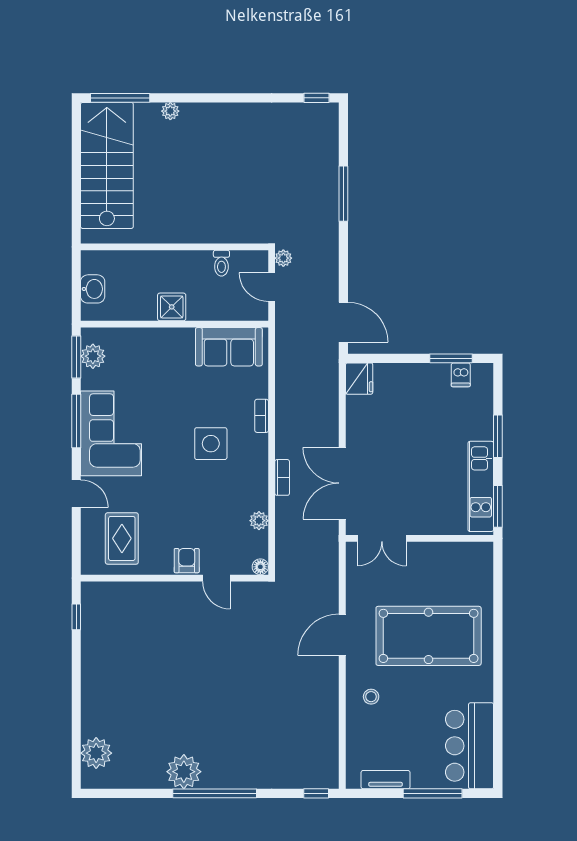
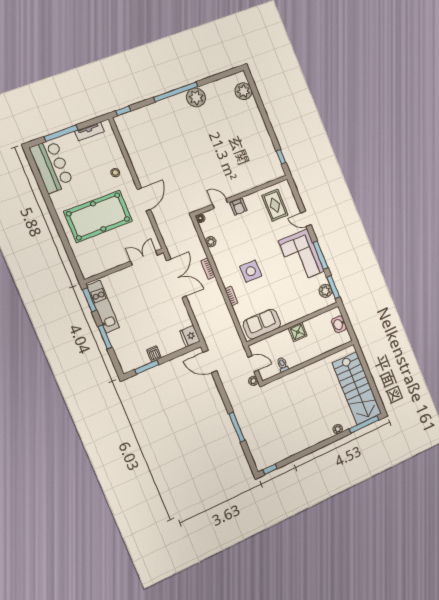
dishwasher: (461, 375) -> (154, 354), moved

